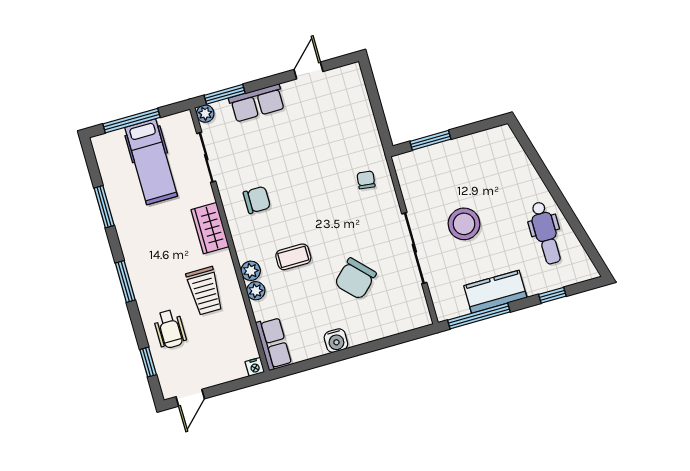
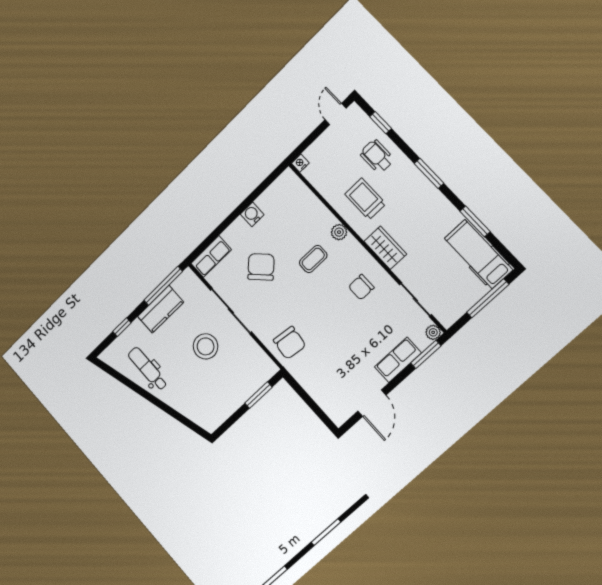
door: (308, 71) -> (372, 403), width x1.38
hospital bed: (151, 162) -> (478, 254), moved
chair: (366, 180) -> (290, 343), width x1.87, depth x1.87
plant: (256, 291) -> (328, 219), removed
row of seats: (274, 343) -> (211, 257), moved, turned -90

